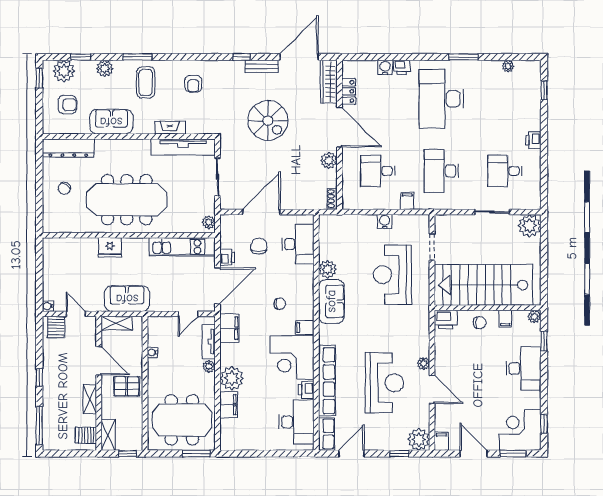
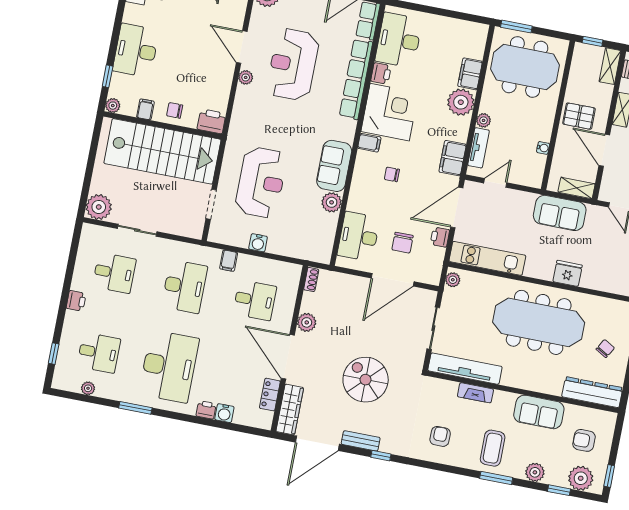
desk: (505, 99) -> (99, 353), added

